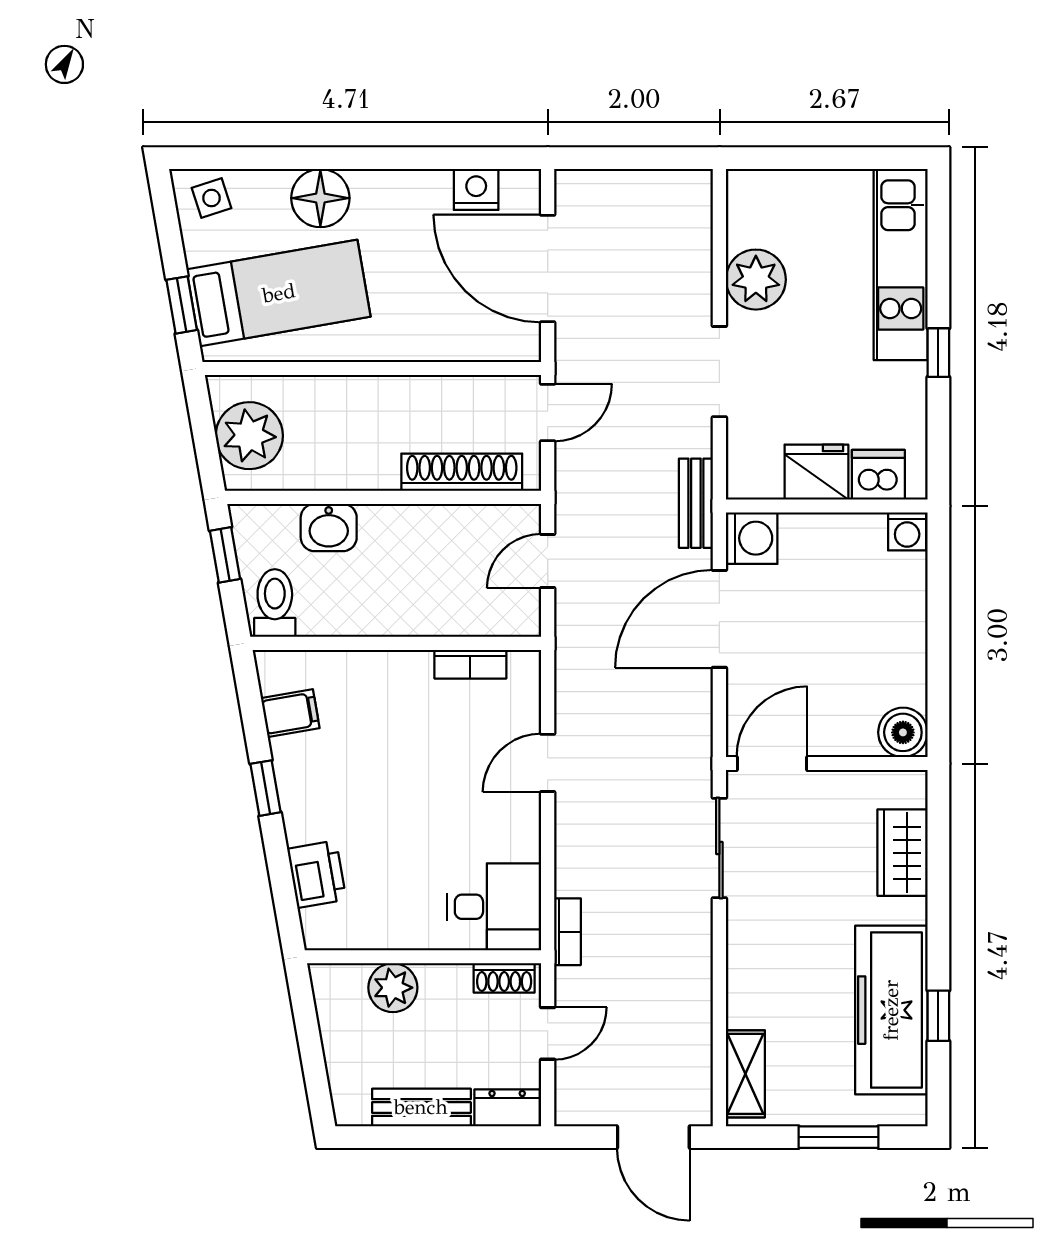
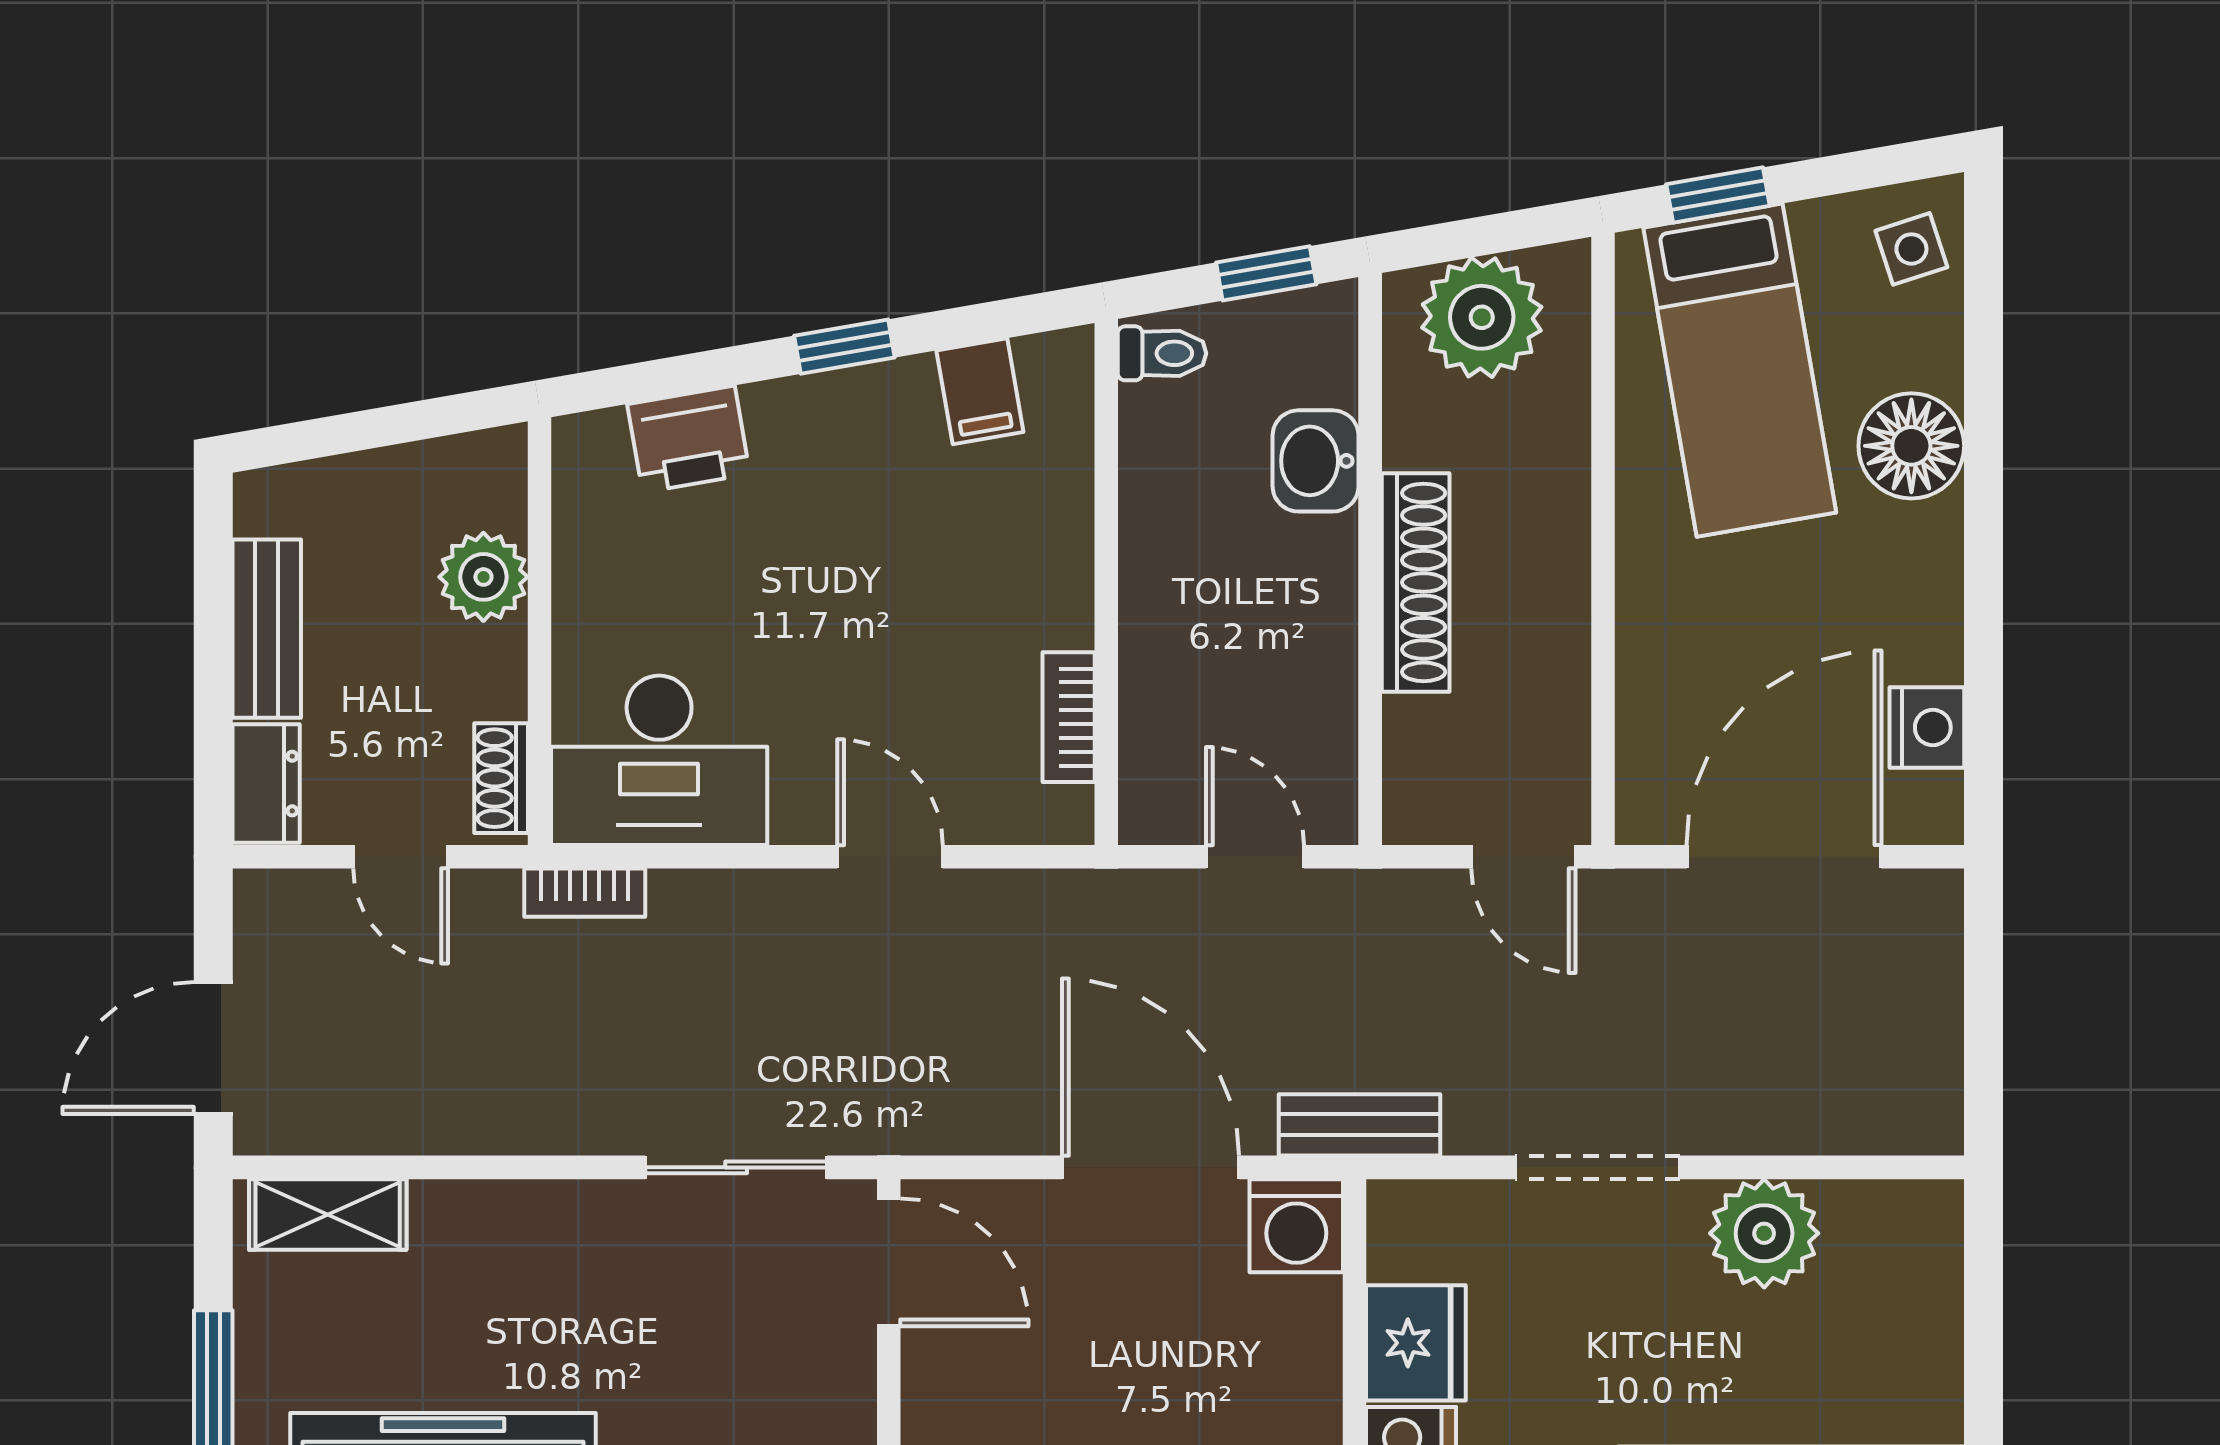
shoe rack: (462, 472) -> (1416, 582), moved
toilet: (275, 603) -> (1162, 353), width x0.73, depth x0.72
desk: (494, 907) -> (659, 760), width x1.37

